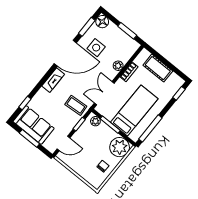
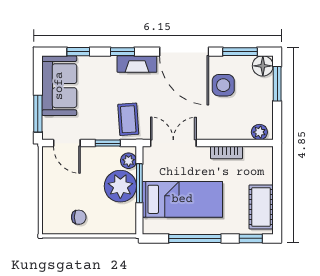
window: (127, 31) -> (277, 84), moved
plant: (118, 66) -> (259, 132), moved
cot: (158, 68) -> (261, 207), moved
window: (42, 82) -> (122, 52), added
window: (150, 128) -> (195, 238), moved
window: (29, 138) -> (38, 114), moved
plant: (120, 147) -> (120, 186), moved

